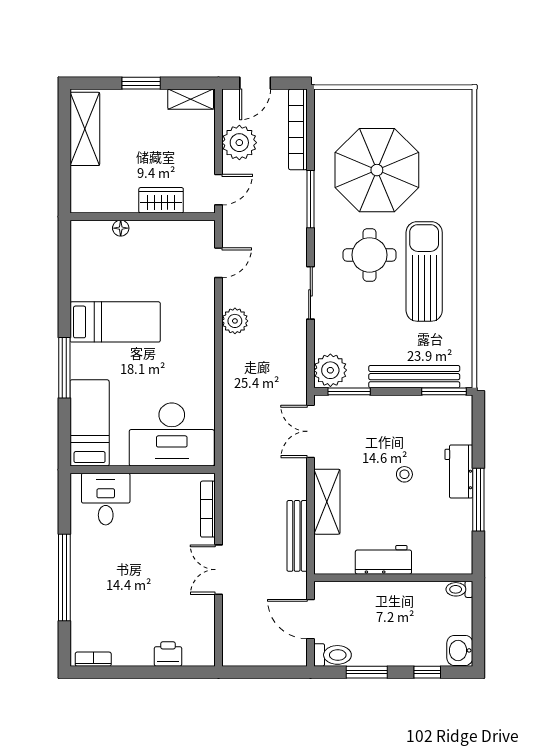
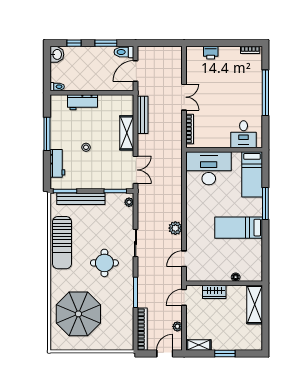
shelving: (85, 129) -> (255, 304), moved
plant: (239, 143) -> (177, 326), width x0.53, depth x0.53
parasol: (377, 170) -> (78, 314), moved
sun lounger: (424, 271) -> (62, 243), moved
plant: (330, 370) -> (129, 202), width x0.53, depth x0.53
workbench: (459, 471) -> (57, 163), moved
workbench: (383, 560) -> (82, 102), moved
door: (310, 619) -> (136, 71), swing flipped

